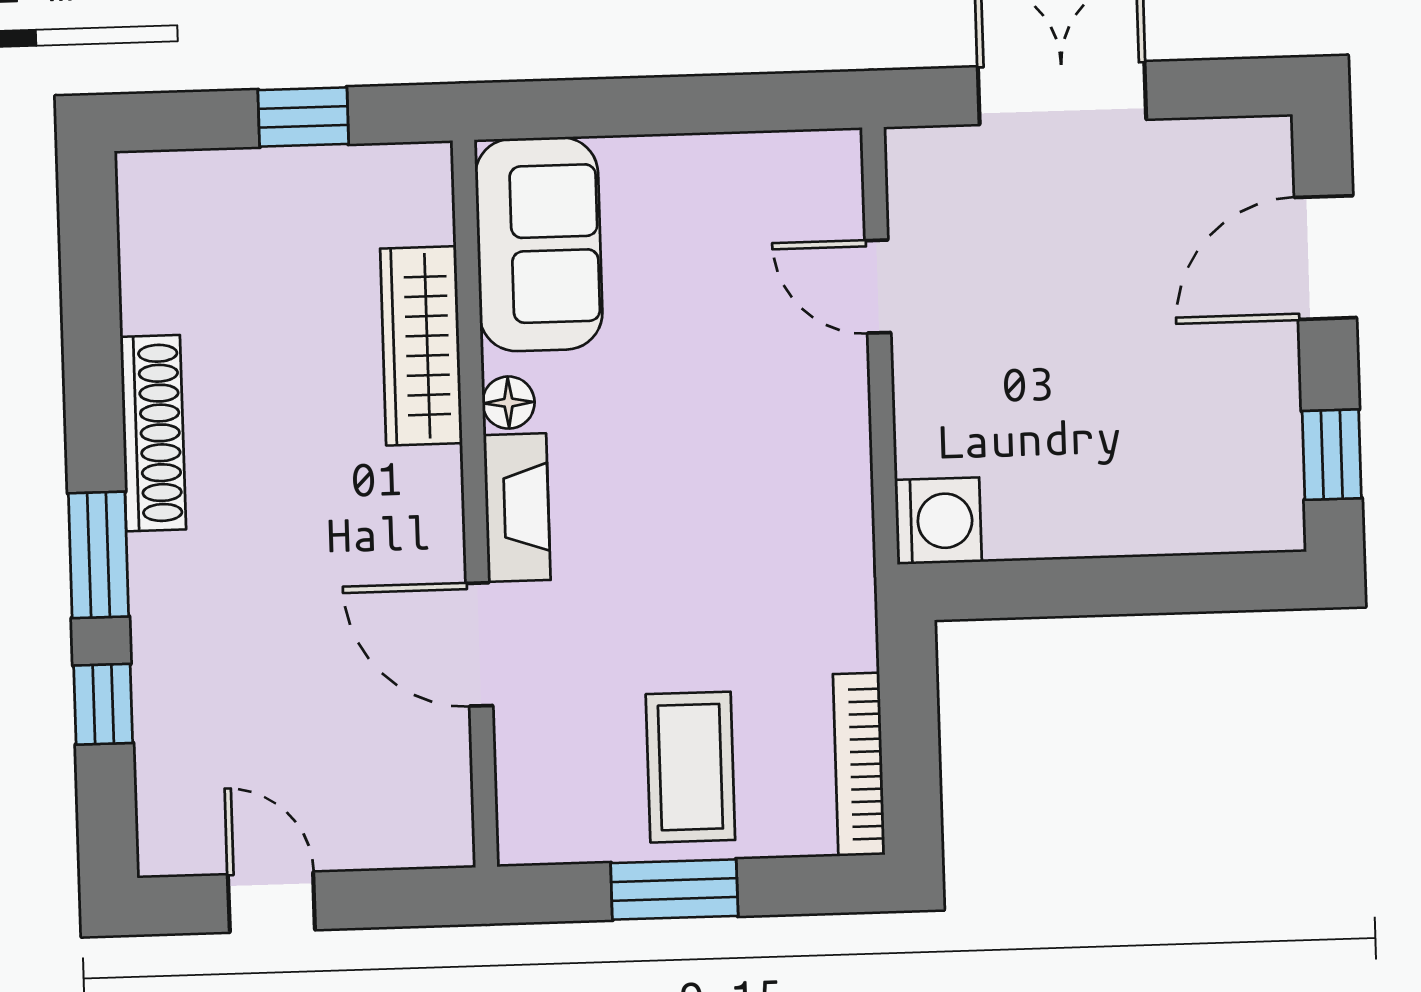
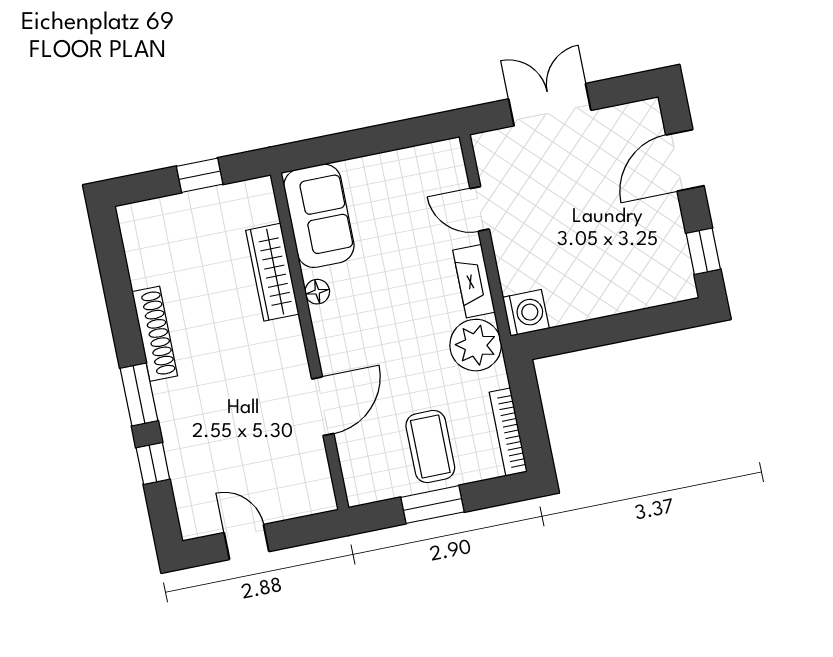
fireplace: (517, 508) -> (474, 281), moved, turned 180
plant: (821, 571) -> (476, 345), added
door: (479, 644) -> (323, 406), swing flipped

